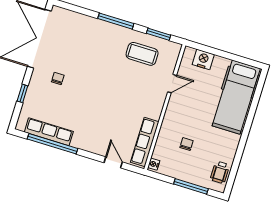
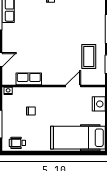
door: (172, 84) -> (73, 86), swing flipped
row of seats: (145, 142) -> (29, 79), width x0.68

